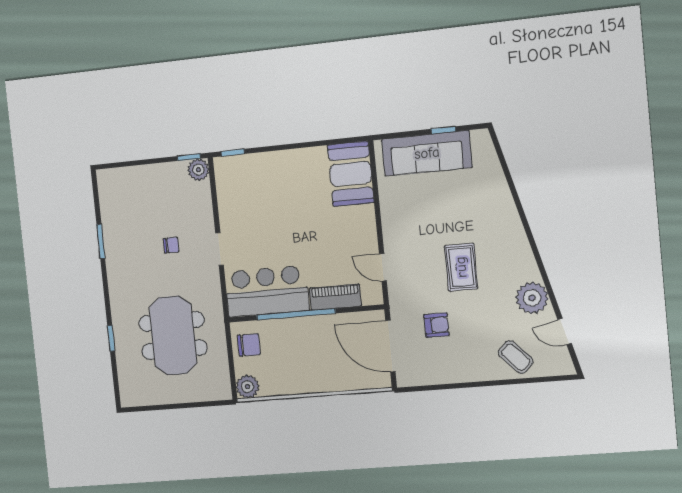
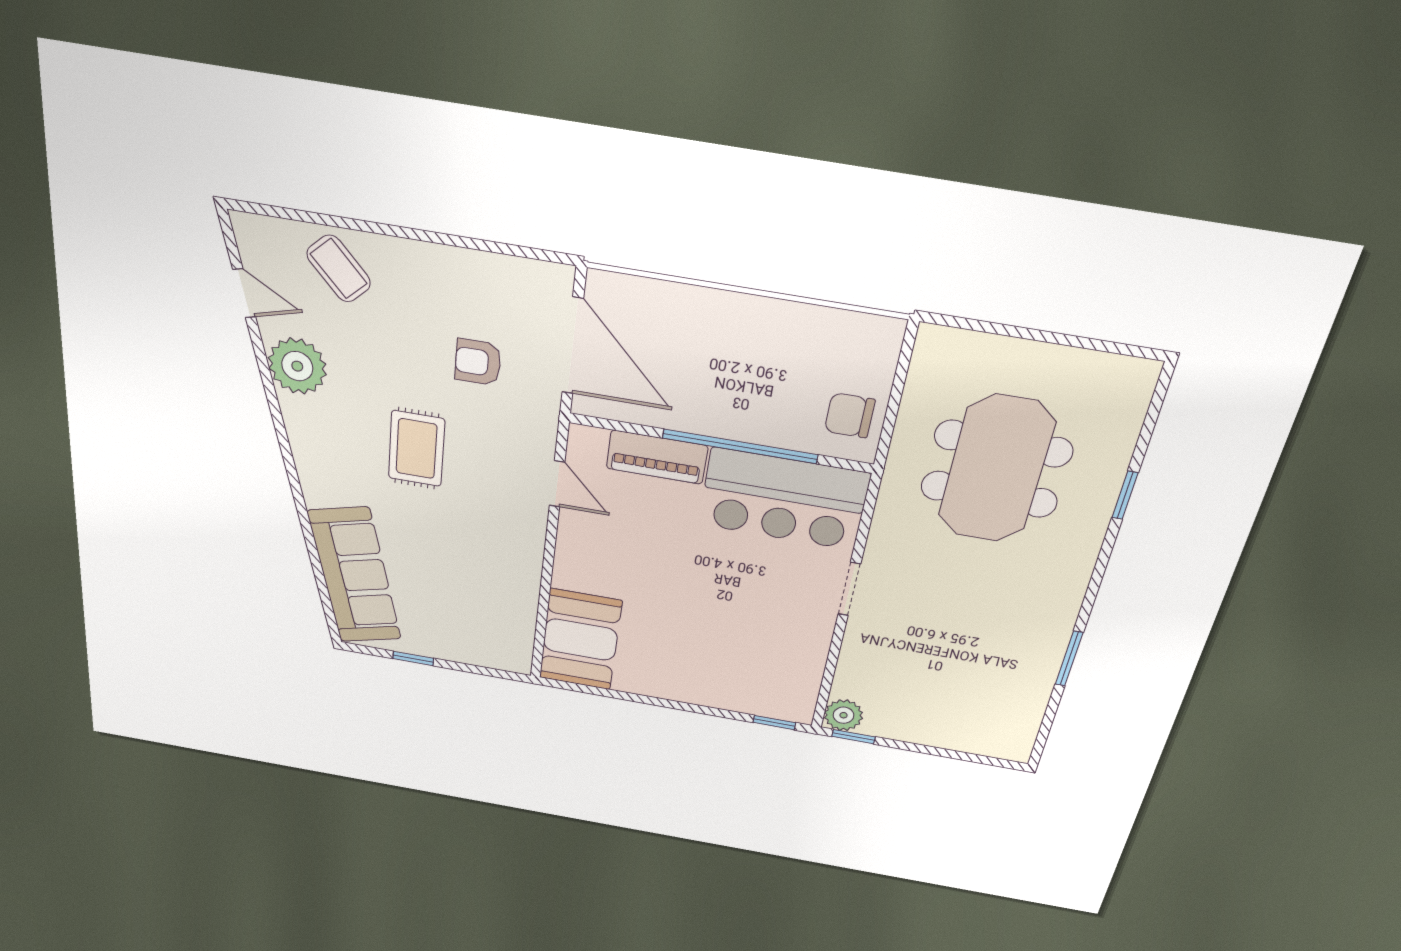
sofa: (427, 153) -> (355, 576), moved, turned 75
chair: (171, 245) -> (938, 618), removed
plant: (248, 387) -> (879, 339), removed

